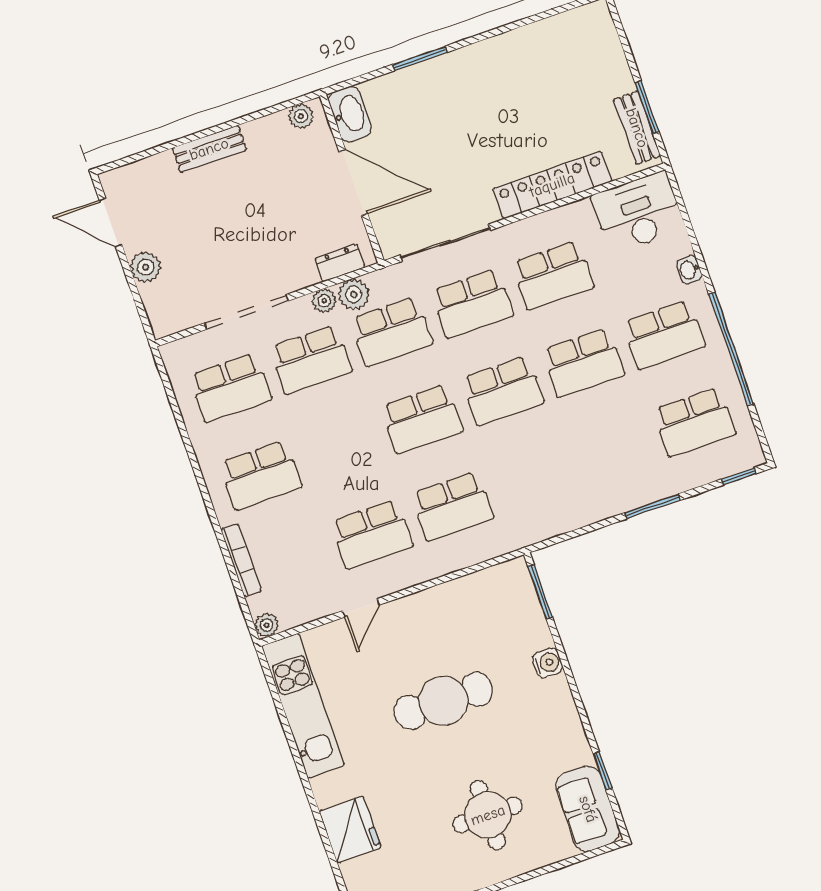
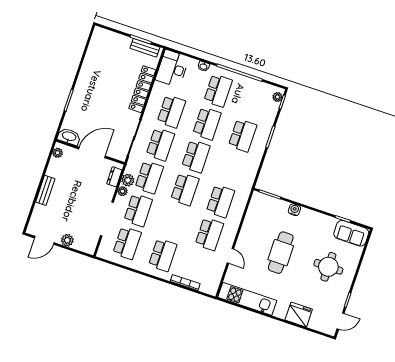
school desk: (694, 422) -> (243, 135), moved
plant: (267, 625) -> (277, 97), moved

